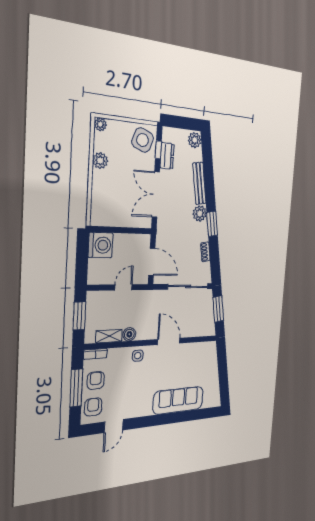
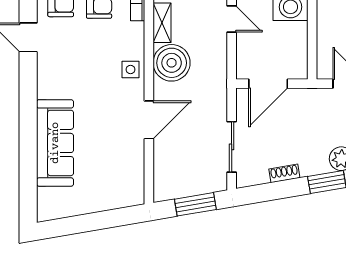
sliding door: (188, 286) -> (232, 147), width x0.73
door: (123, 287) -> (232, 19), moved
boiler: (129, 334) -> (172, 63), width x1.86, depth x1.86

